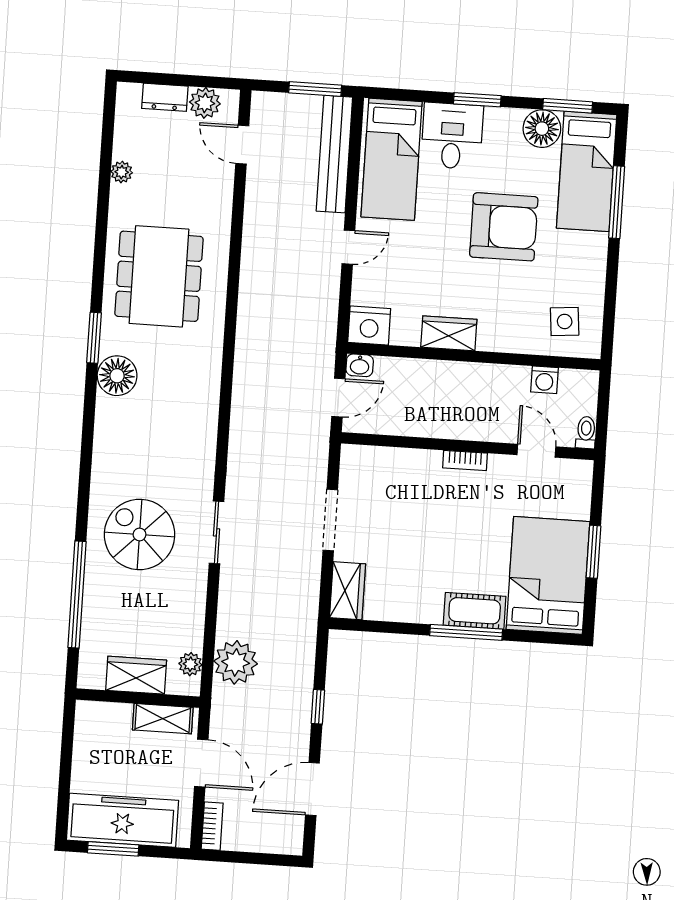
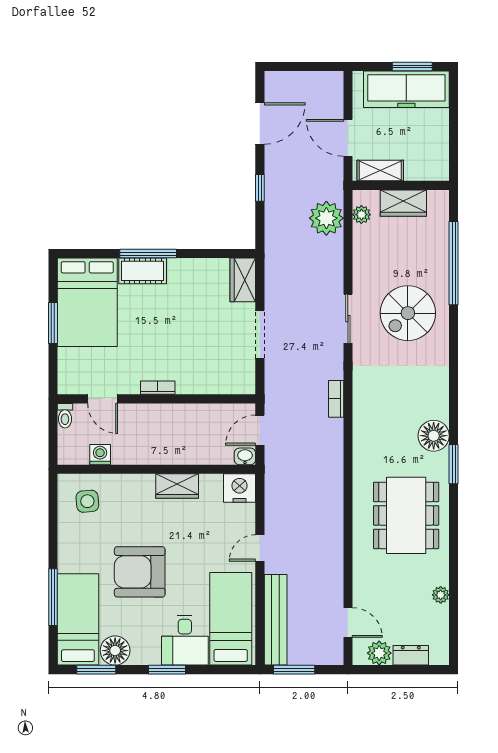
spiral stairs: (140, 534) -> (408, 313), turned 90
bookcase: (212, 826) -> (336, 399), moved

